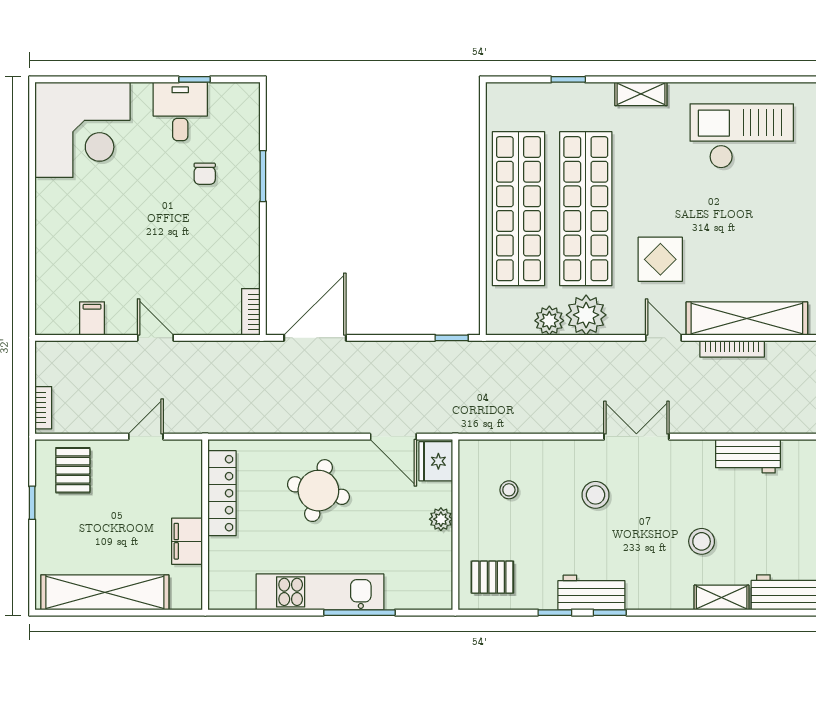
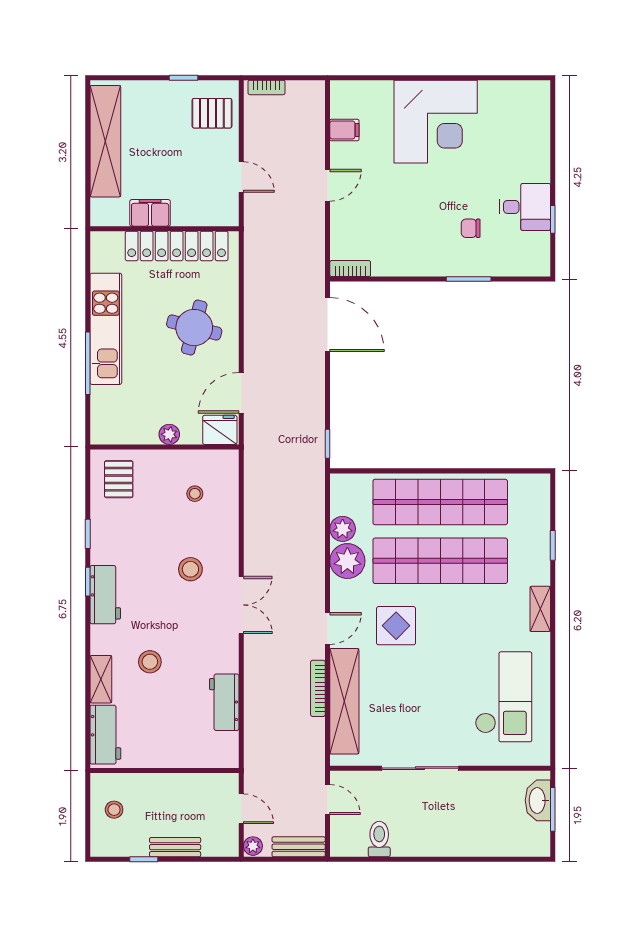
corner desk: (82, 130) -> (436, 122), moved, turned -90
locker: (222, 493) -> (177, 246), width x1.41, depth x1.21
workbench: (591, 593) -> (105, 595), moved

